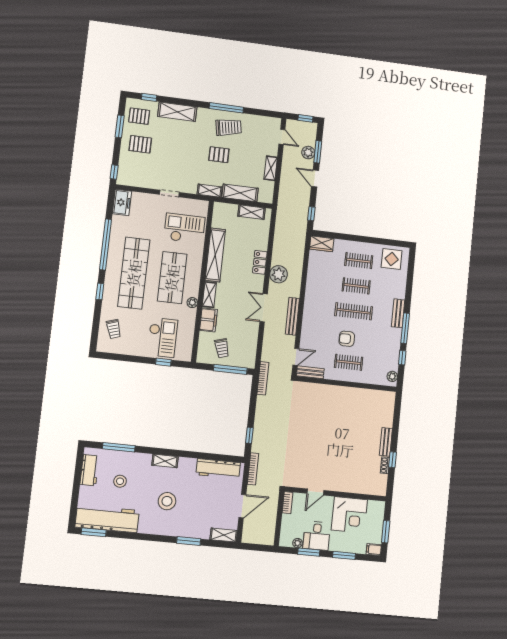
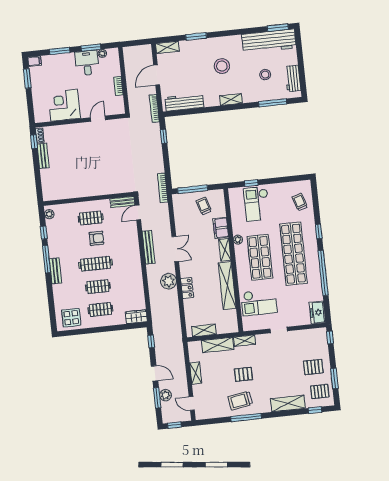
door: (315, 492) -> (98, 119), moved
wall: (335, 494) -> (80, 121), moved
corner desk: (349, 515) -> (64, 105), moved

